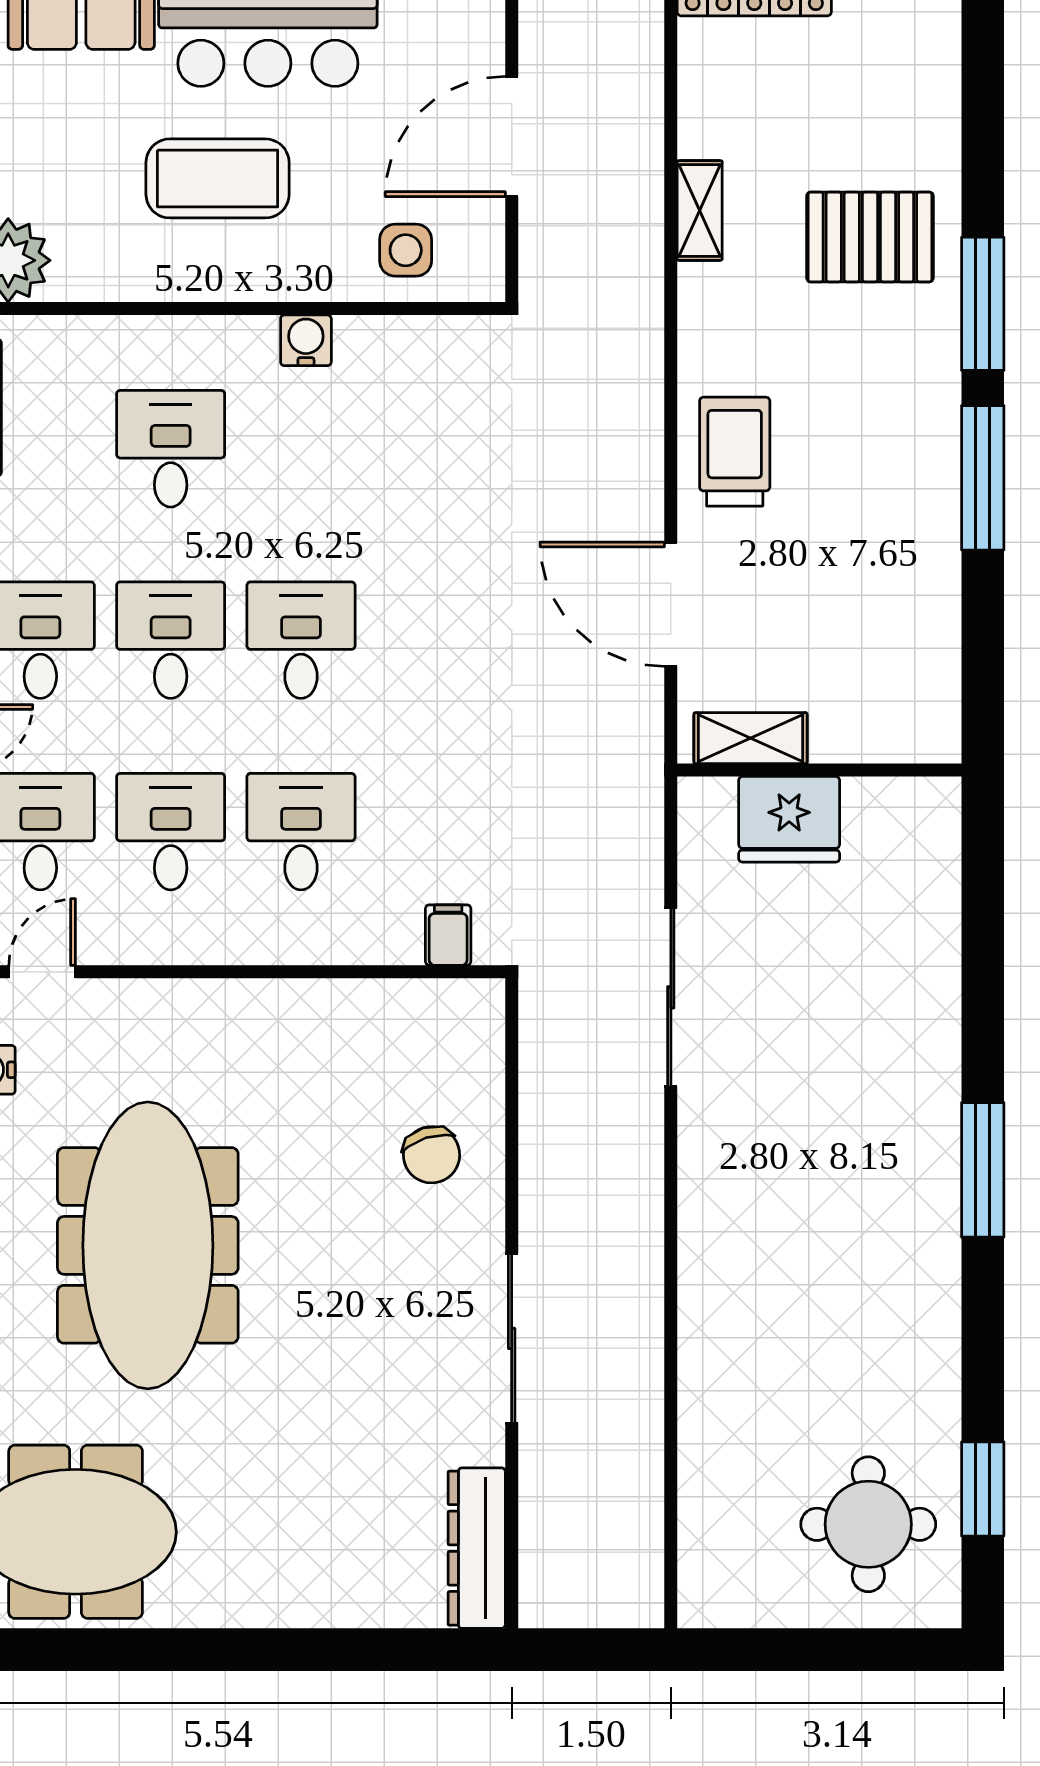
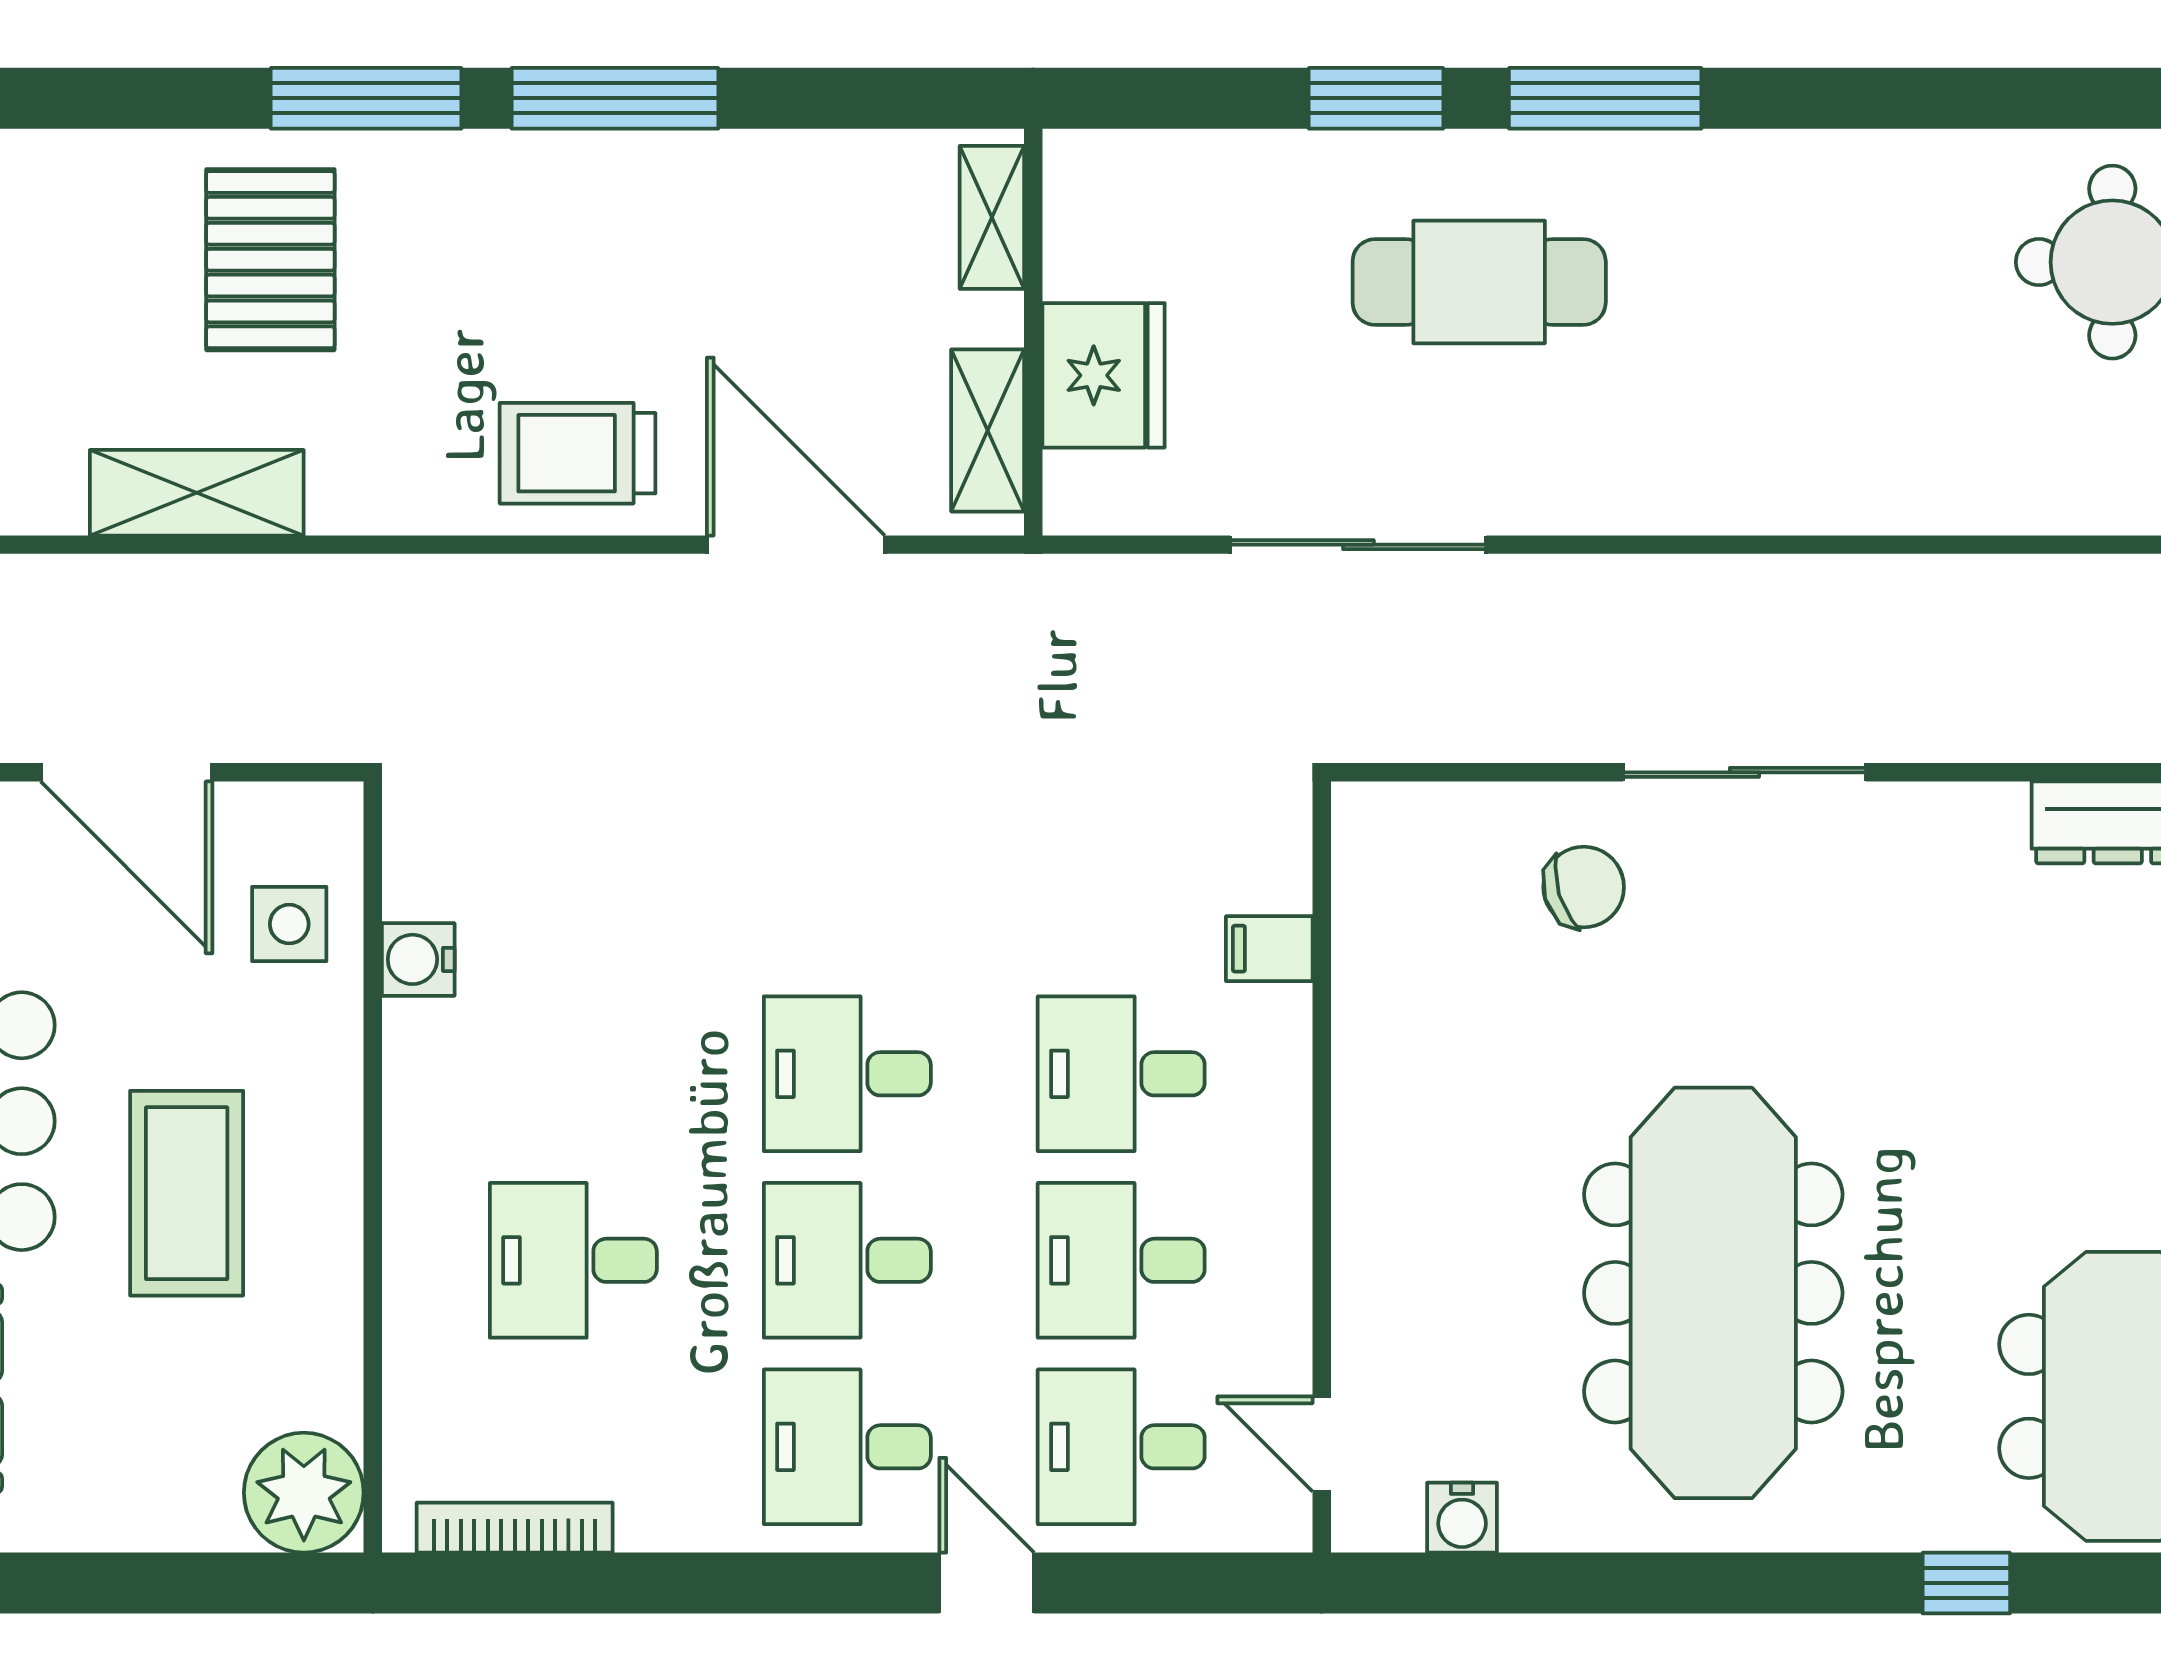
shelving: (700, 210) -> (197, 493), width x1.50, depth x1.33
water cooler: (306, 340) -> (418, 959), moved
door: (671, 604) -> (796, 545), swing flipped
shelving: (900, 741) -> (992, 217), added
filing cabinet: (448, 935) -> (1269, 949), moved
cafe table: (854, 1082) -> (1479, 282), added
meeting table: (148, 1245) -> (1713, 1293), turned 90
sliding door: (512, 1338) -> (1744, 772), moved
window: (983, 1489) -> (1376, 98), moved

